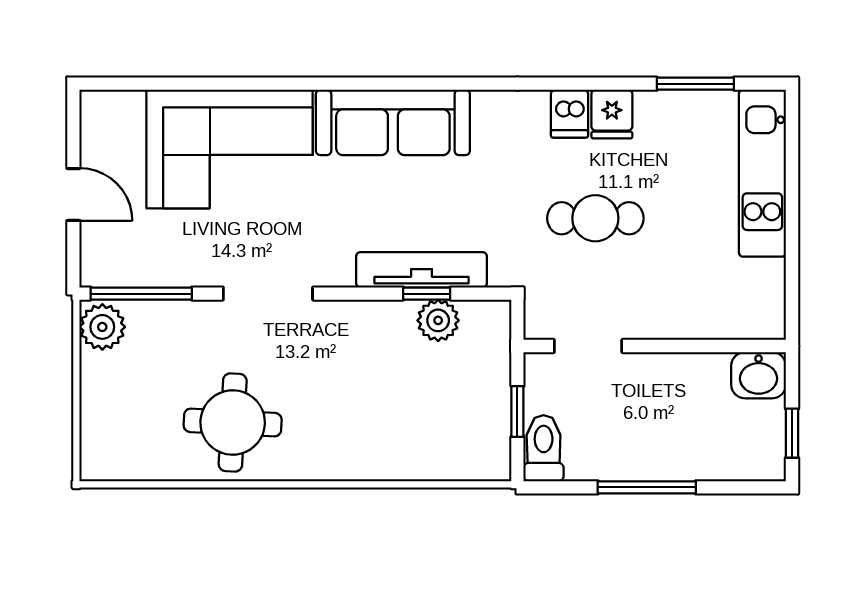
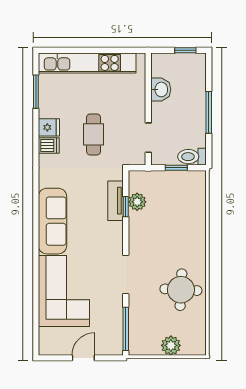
kitchen unit: (762, 173) -> (87, 63), width x1.36
tv unit: (422, 270) -> (116, 201), width x0.71
plant: (102, 327) -> (171, 345), moved
washbasin: (759, 375) -> (161, 89), moved

